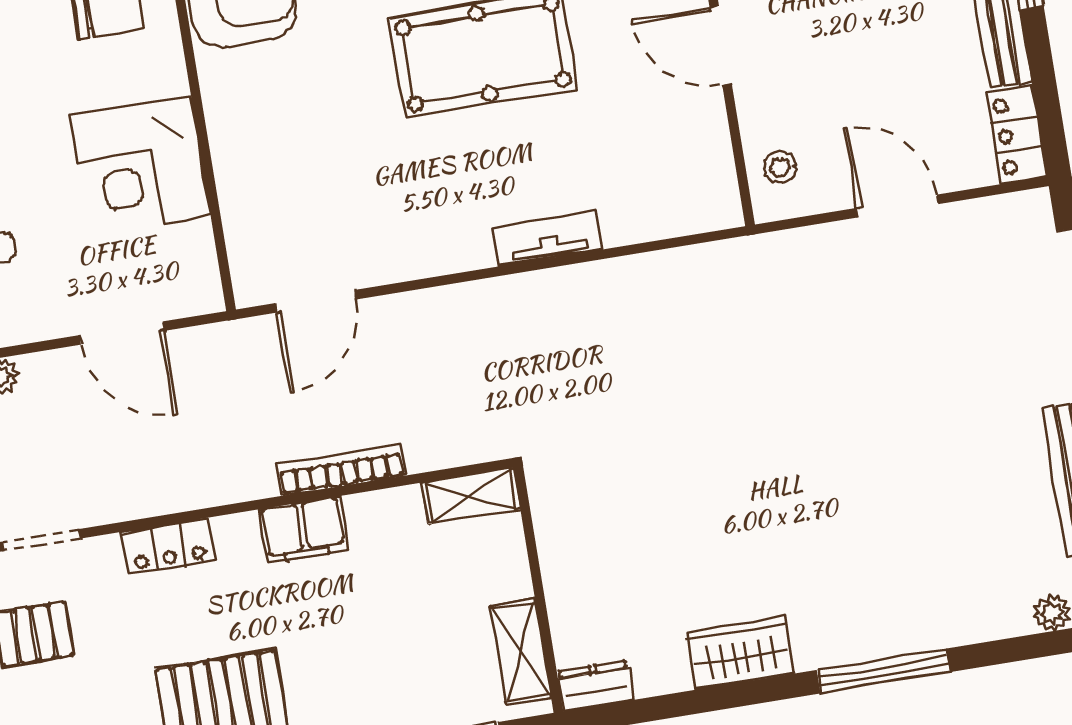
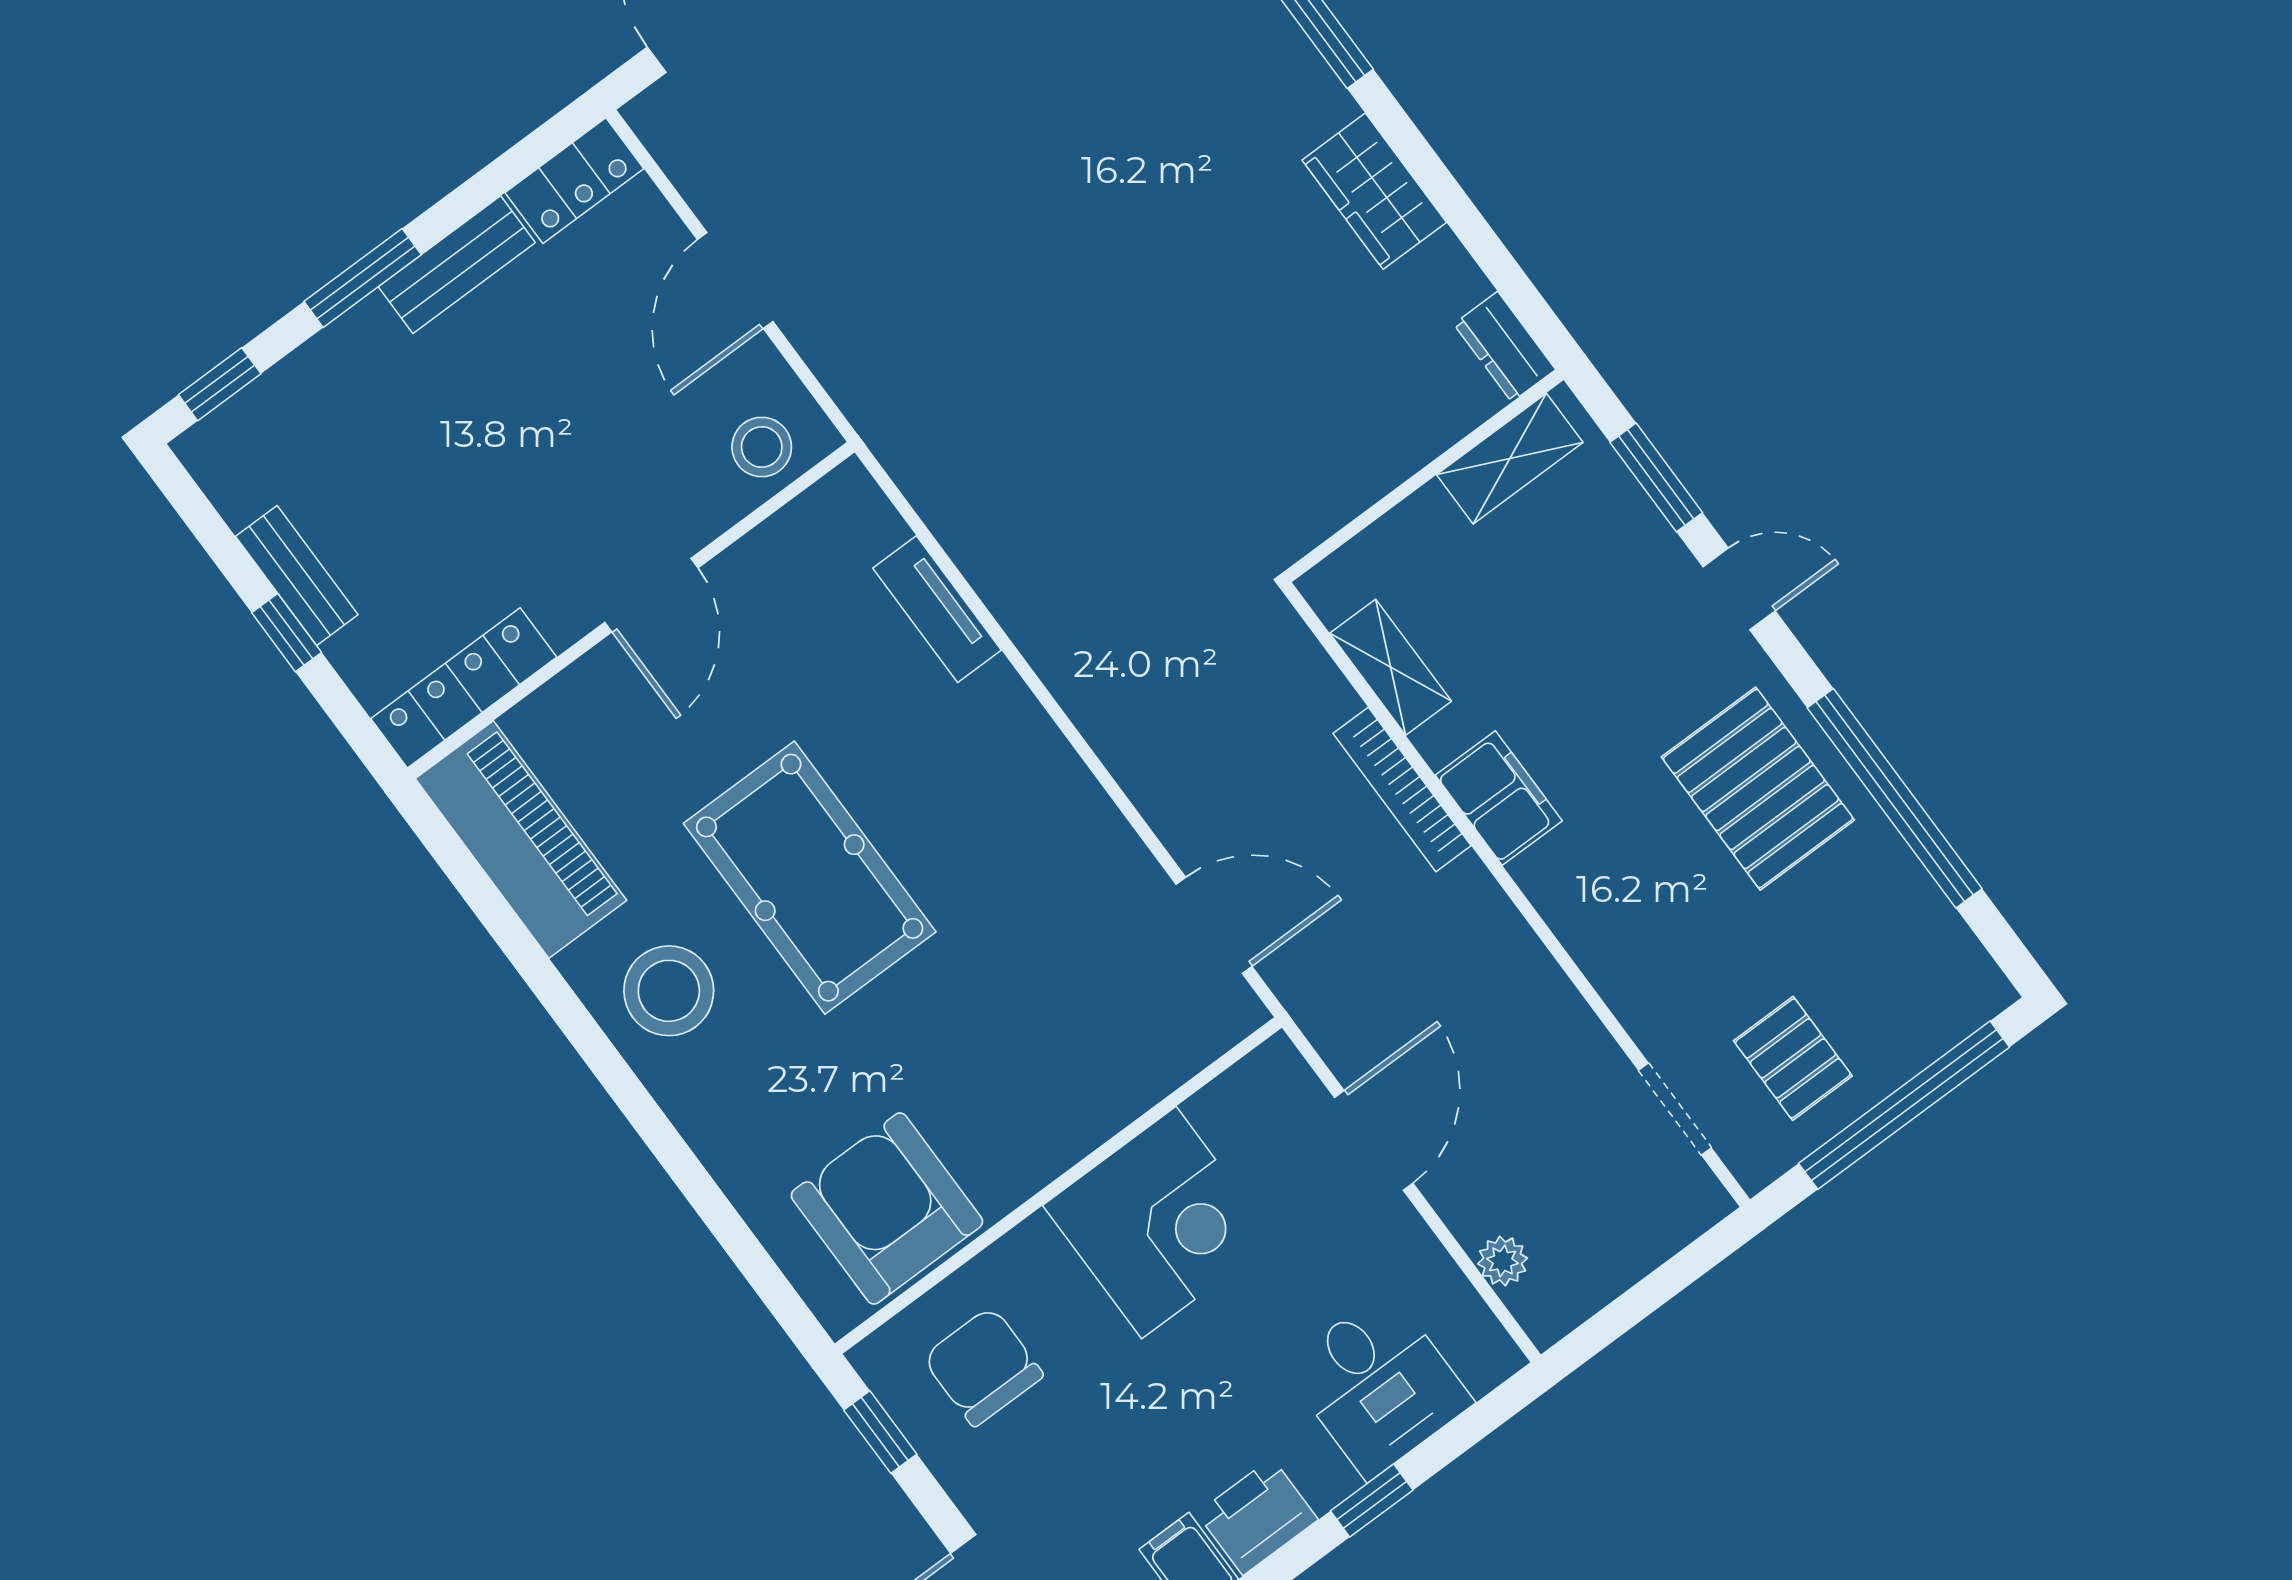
stool: (780, 167) -> (762, 447), width x1.37, depth x1.37
tv unit: (548, 238) -> (937, 609), moved
shelving: (471, 496) -> (1391, 667), moved
locker: (168, 546) -> (1603, 951), removed

